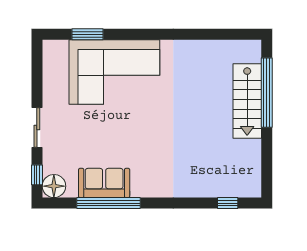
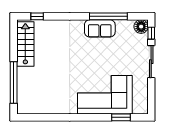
stairs: (247, 101) -> (25, 44), moved
sliding door: (37, 128) -> (151, 62), width x1.37
sofa: (104, 183) -> (100, 28), moved

